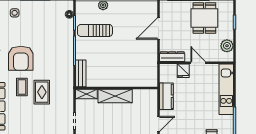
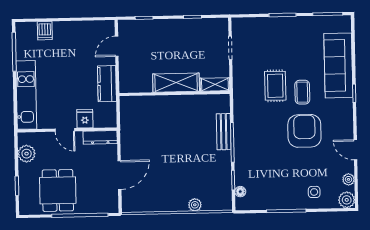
sun lounger: (95, 30) -> (205, 171), removed
bench: (81, 73) -> (224, 132), moved

